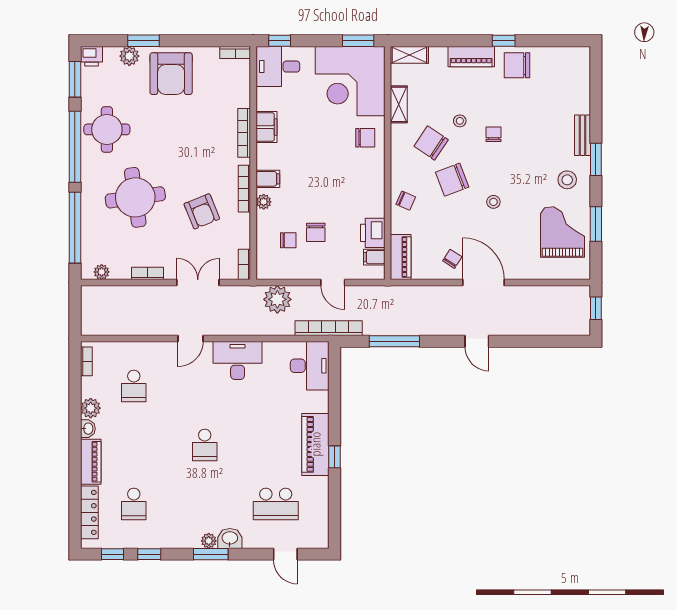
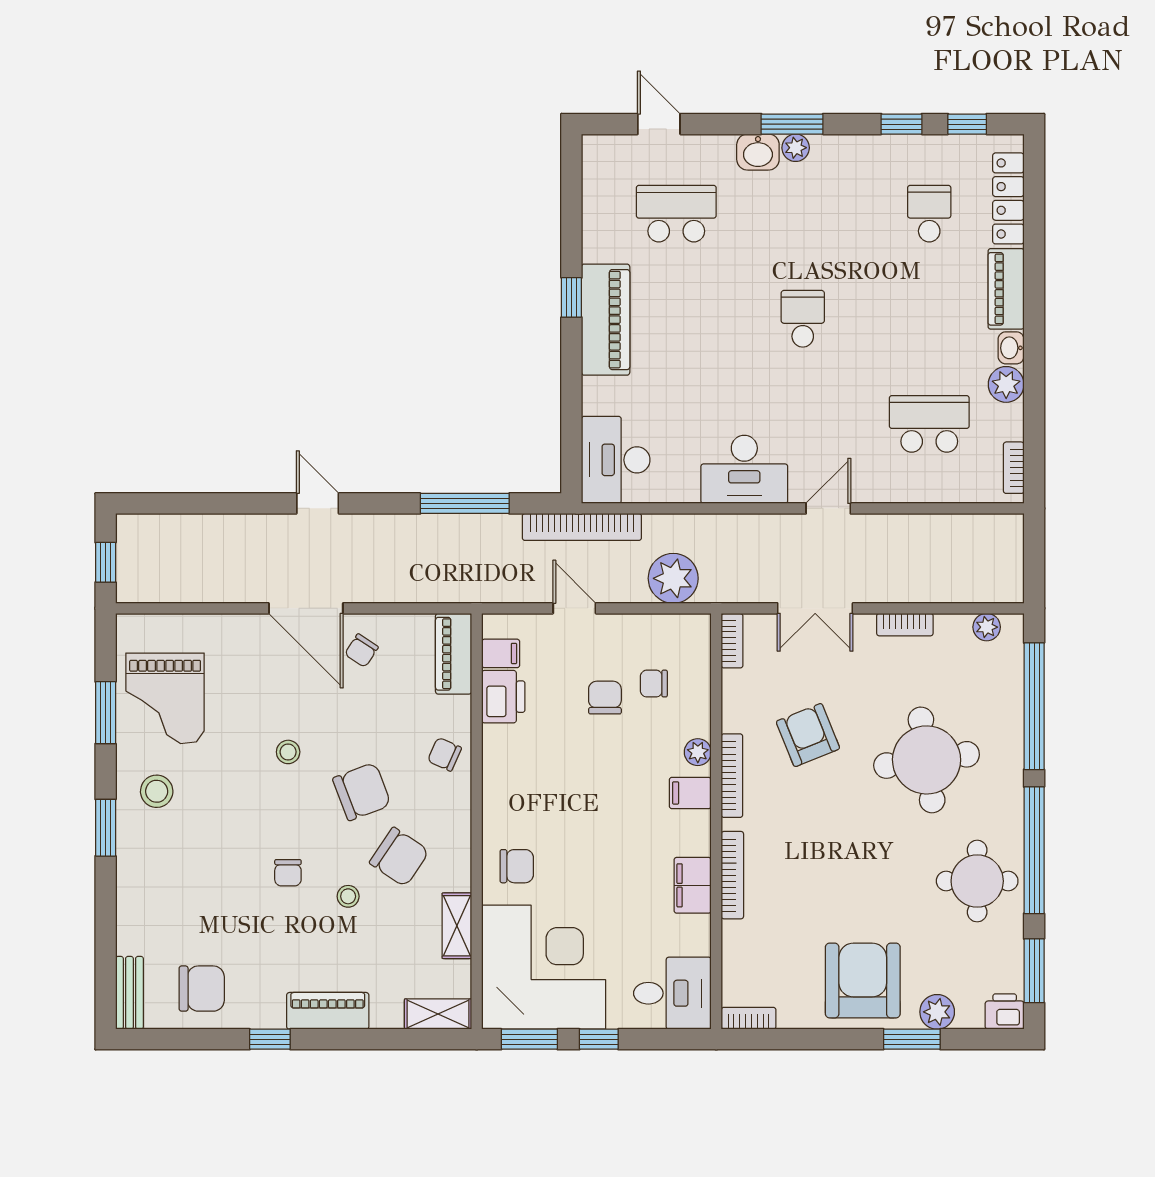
window: (280, 41) -> (599, 1039), moved
chair: (517, 65) -> (202, 989), moved
bench: (582, 135) -> (129, 993), moved
chair: (365, 138) -> (517, 866), turned 180
school desk: (134, 386) -> (929, 424), width x1.85

